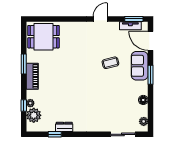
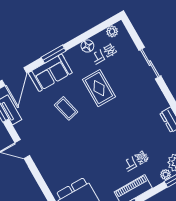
rug: (111, 92) -> (99, 88), added
sliding door: (123, 134) -> (150, 63), moved

